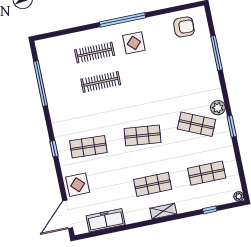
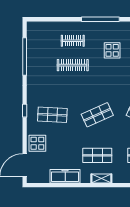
display table: (134, 43) -> (112, 50), moved
clothes rail: (95, 53) -> (73, 41), width x0.73
shop shelf: (142, 135) -> (97, 115), turned -30
freezer: (106, 220) -> (65, 176), moved

